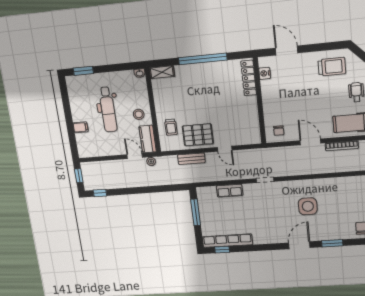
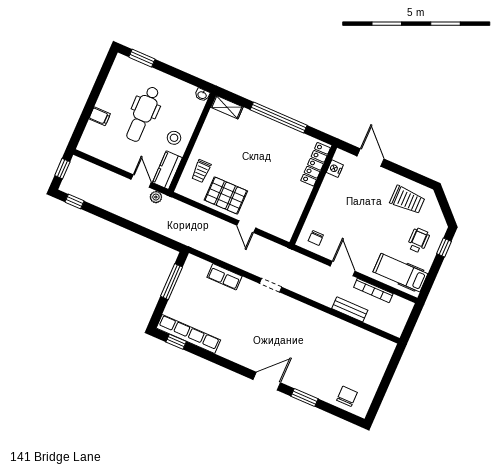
bench: (191, 159) -> (350, 309), moved
side table: (308, 206) -> (301, 340), removed

